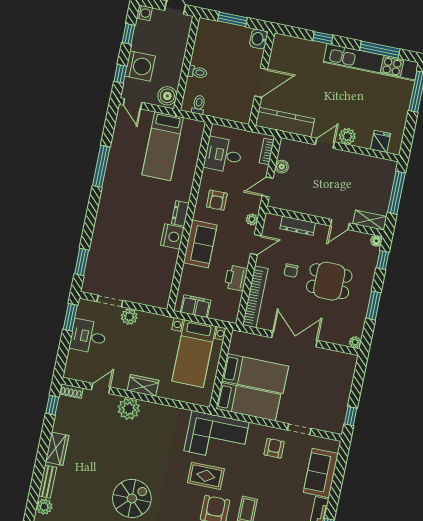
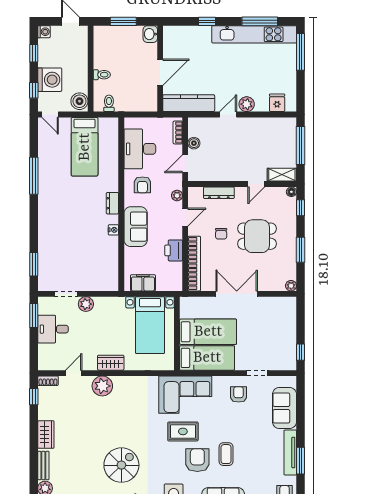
desk: (223, 155) -> (140, 149), width x1.37
nightstand: (172, 236) -> (113, 230), width x0.53, depth x0.56

